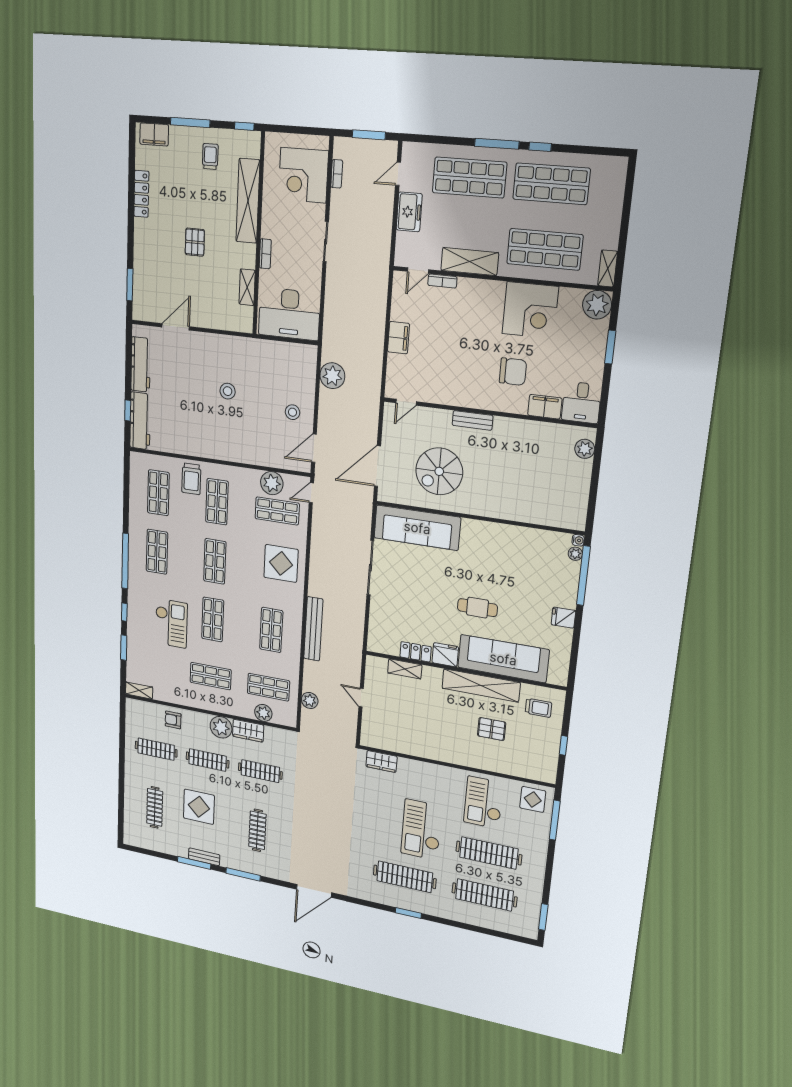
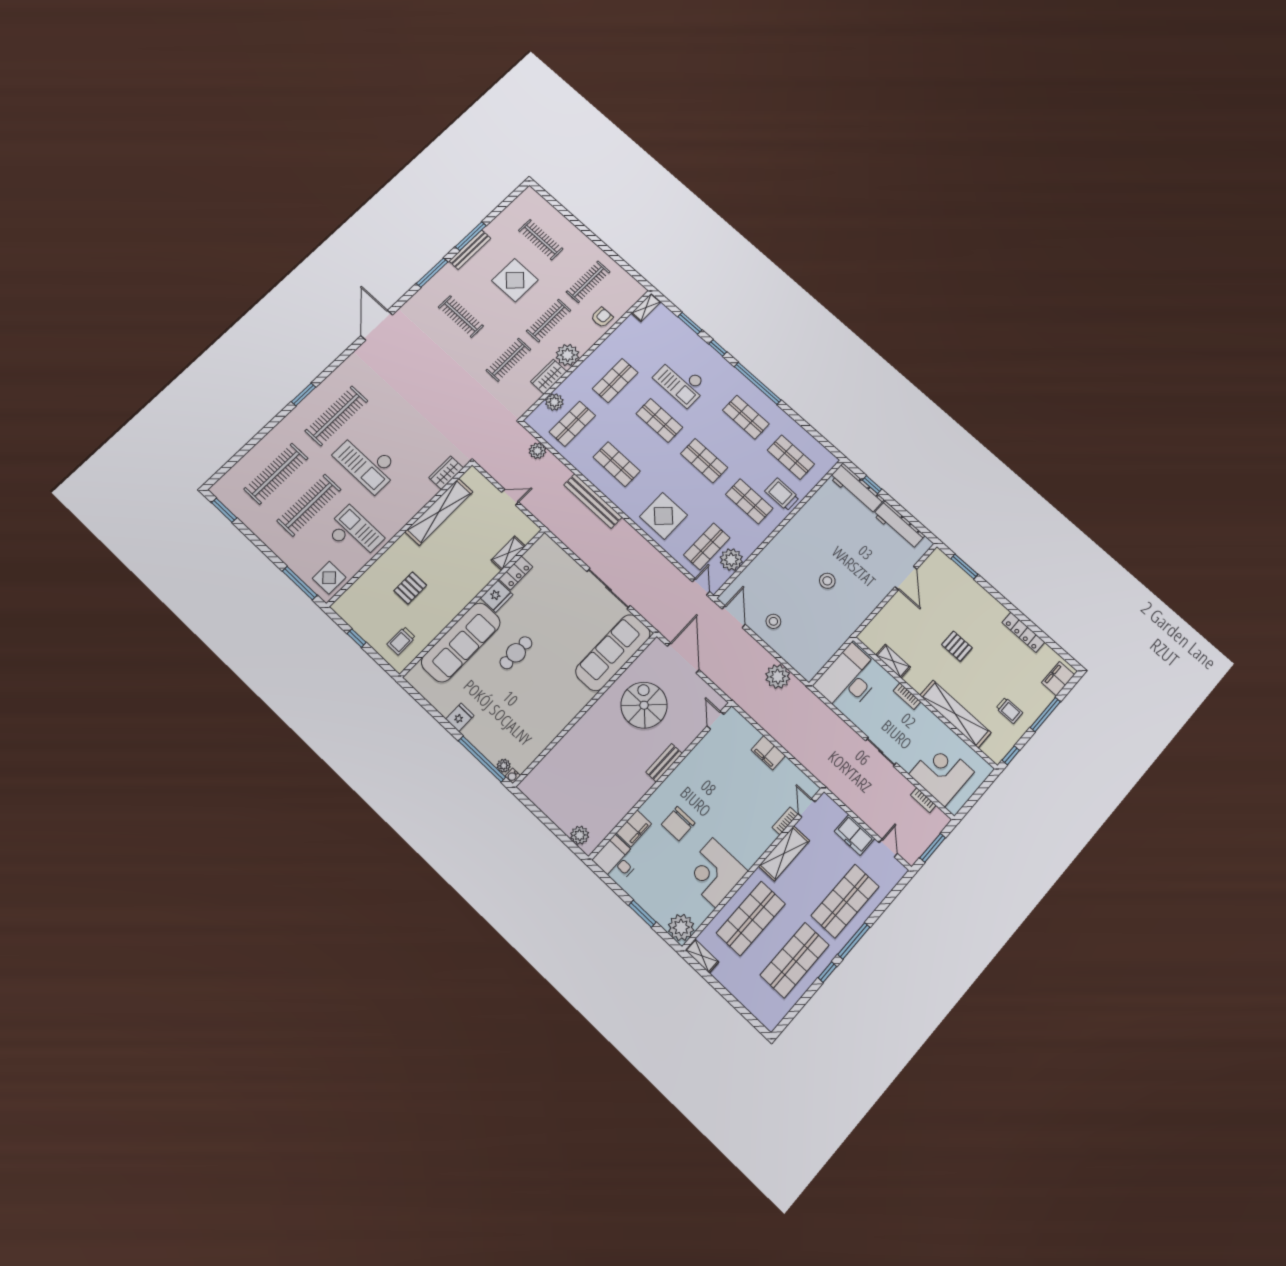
shelving: (481, 685) -> (439, 512), moved
checkout: (421, 830) -> (367, 462), turned 180
bench: (204, 857) -> (470, 250), width x1.36

